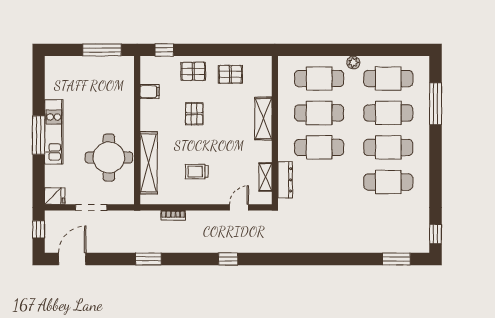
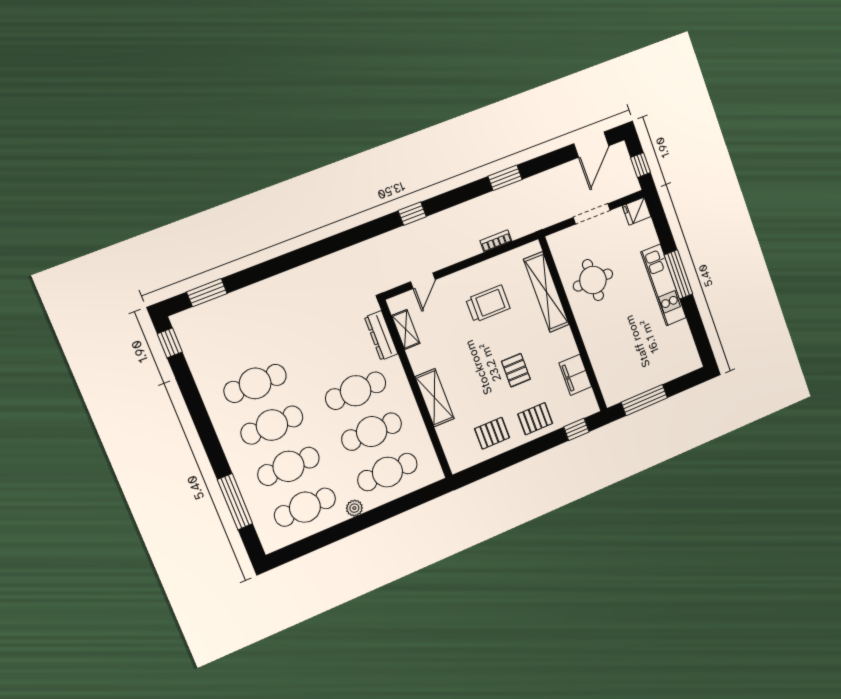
filing cabinet: (150, 92) -> (575, 375), width x2.00
round table: (109, 157) -> (593, 280), width x0.73, depth x0.73
trolley: (197, 172) -> (488, 304), width x1.36, depth x1.39

